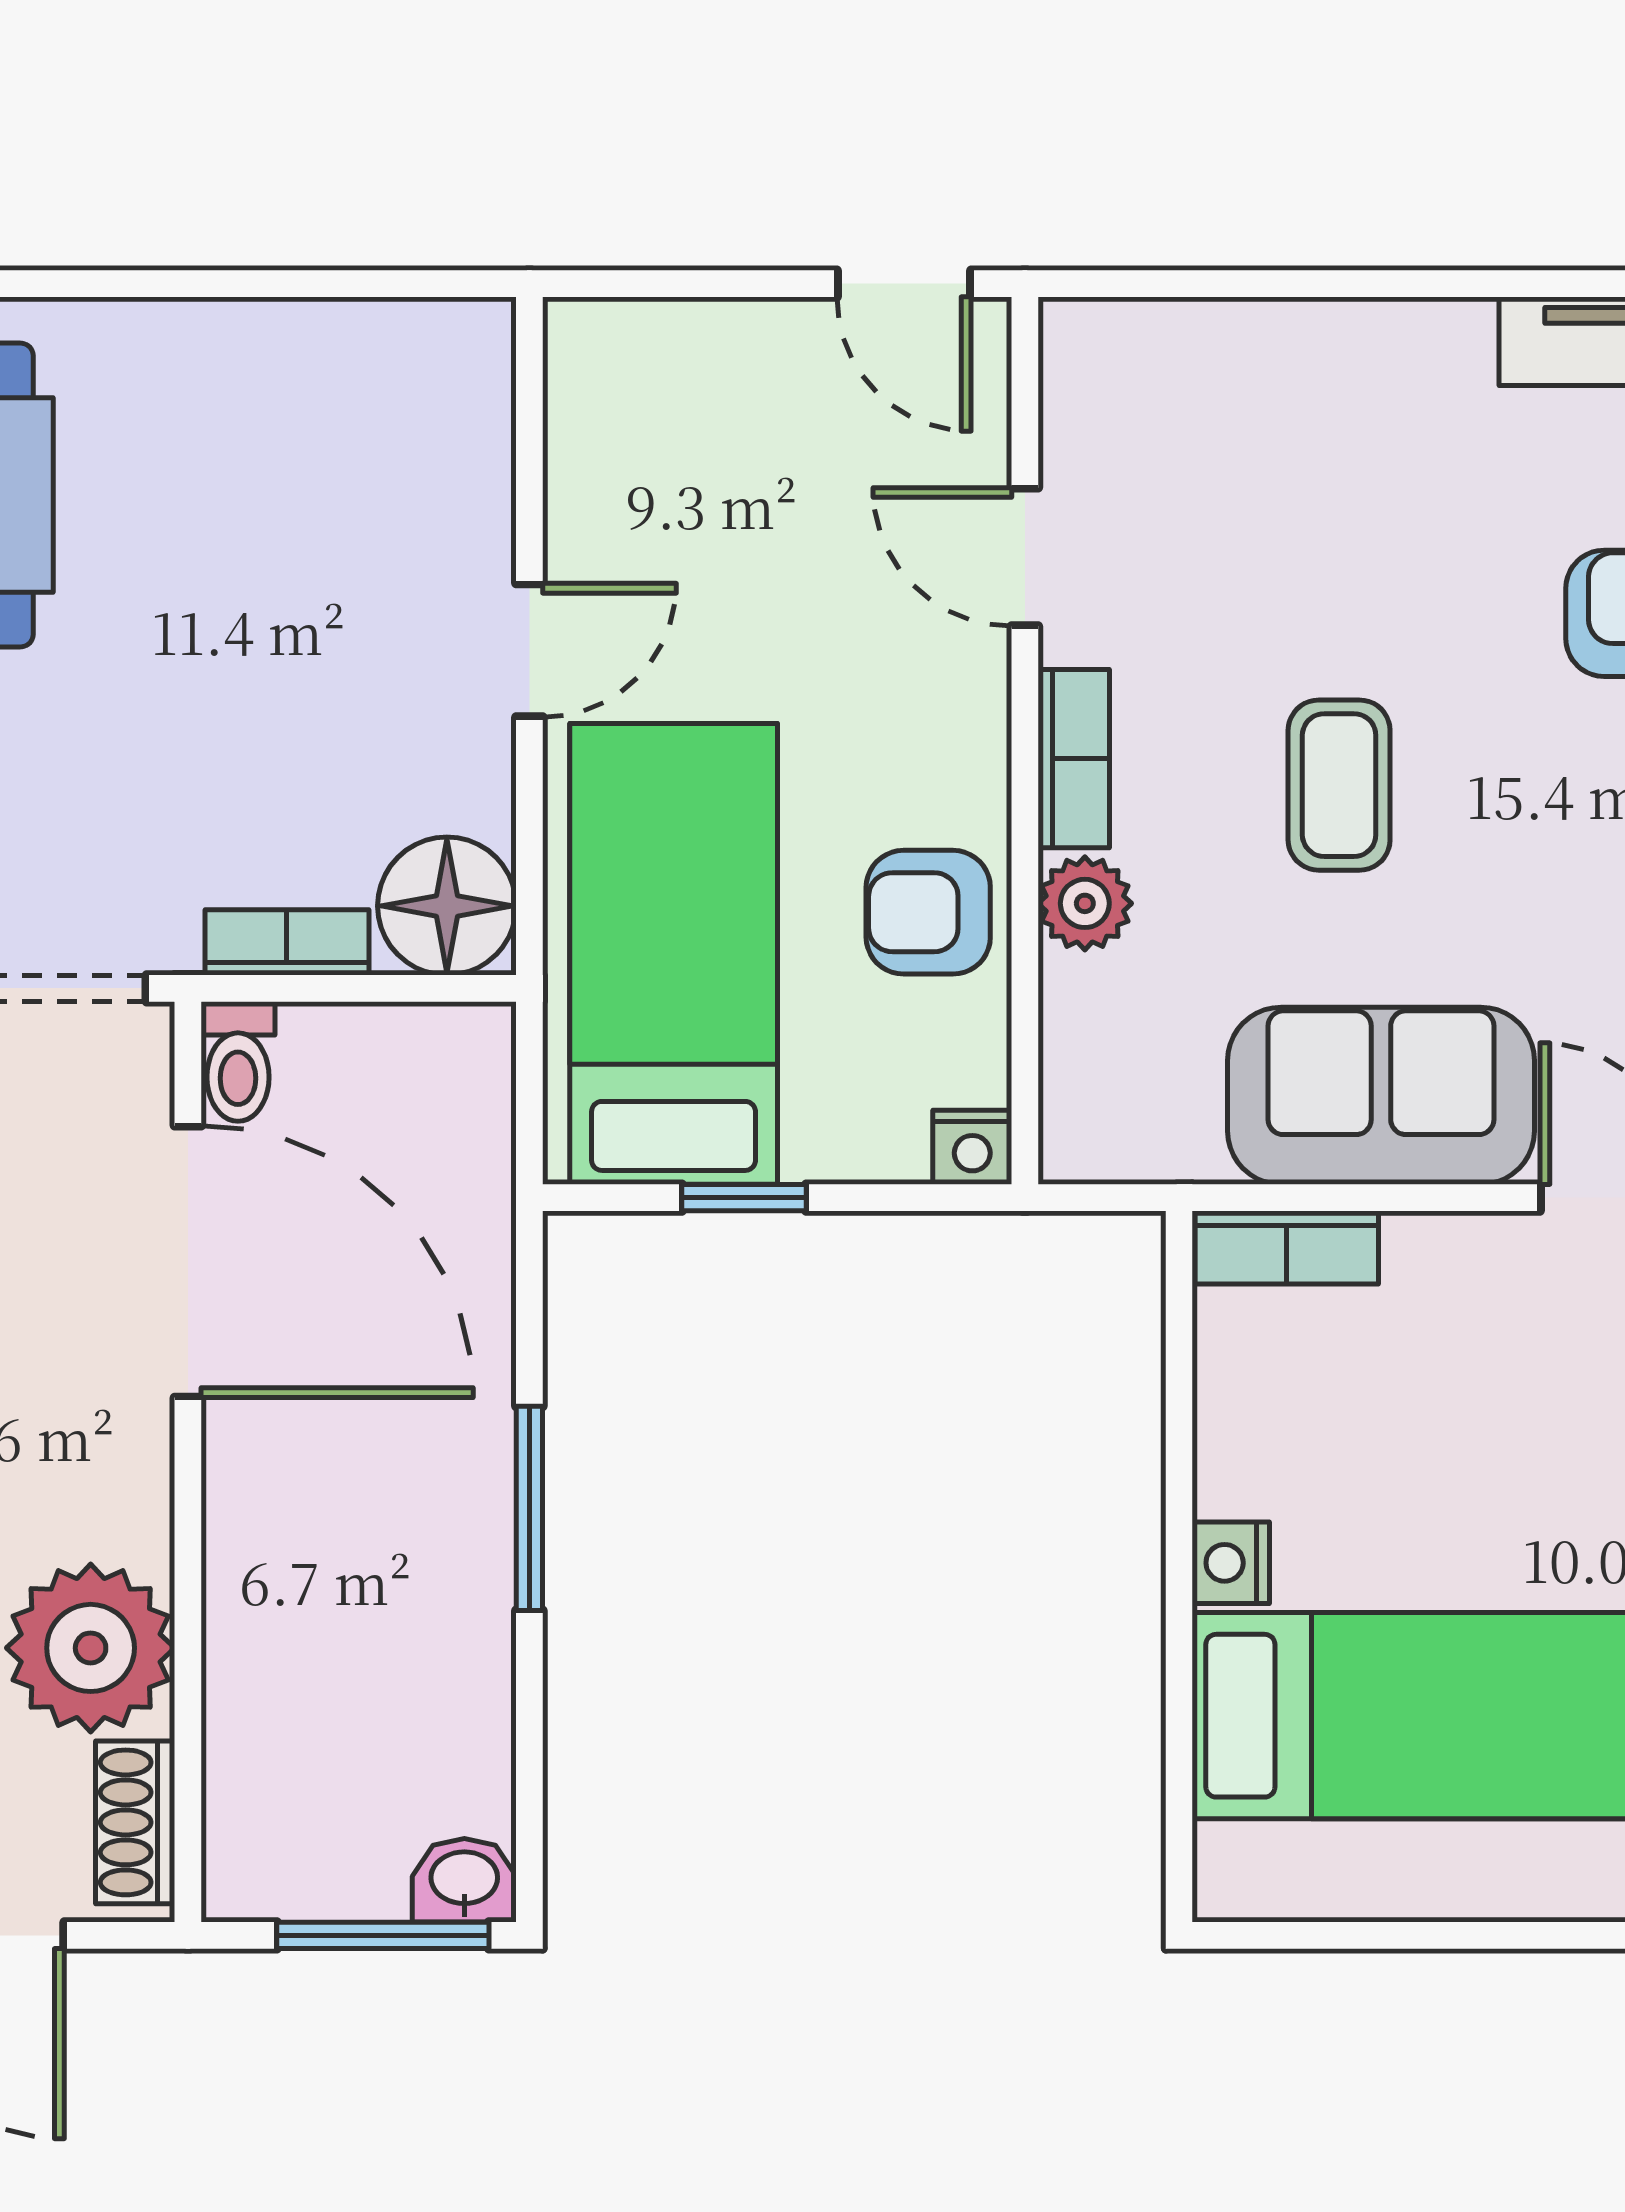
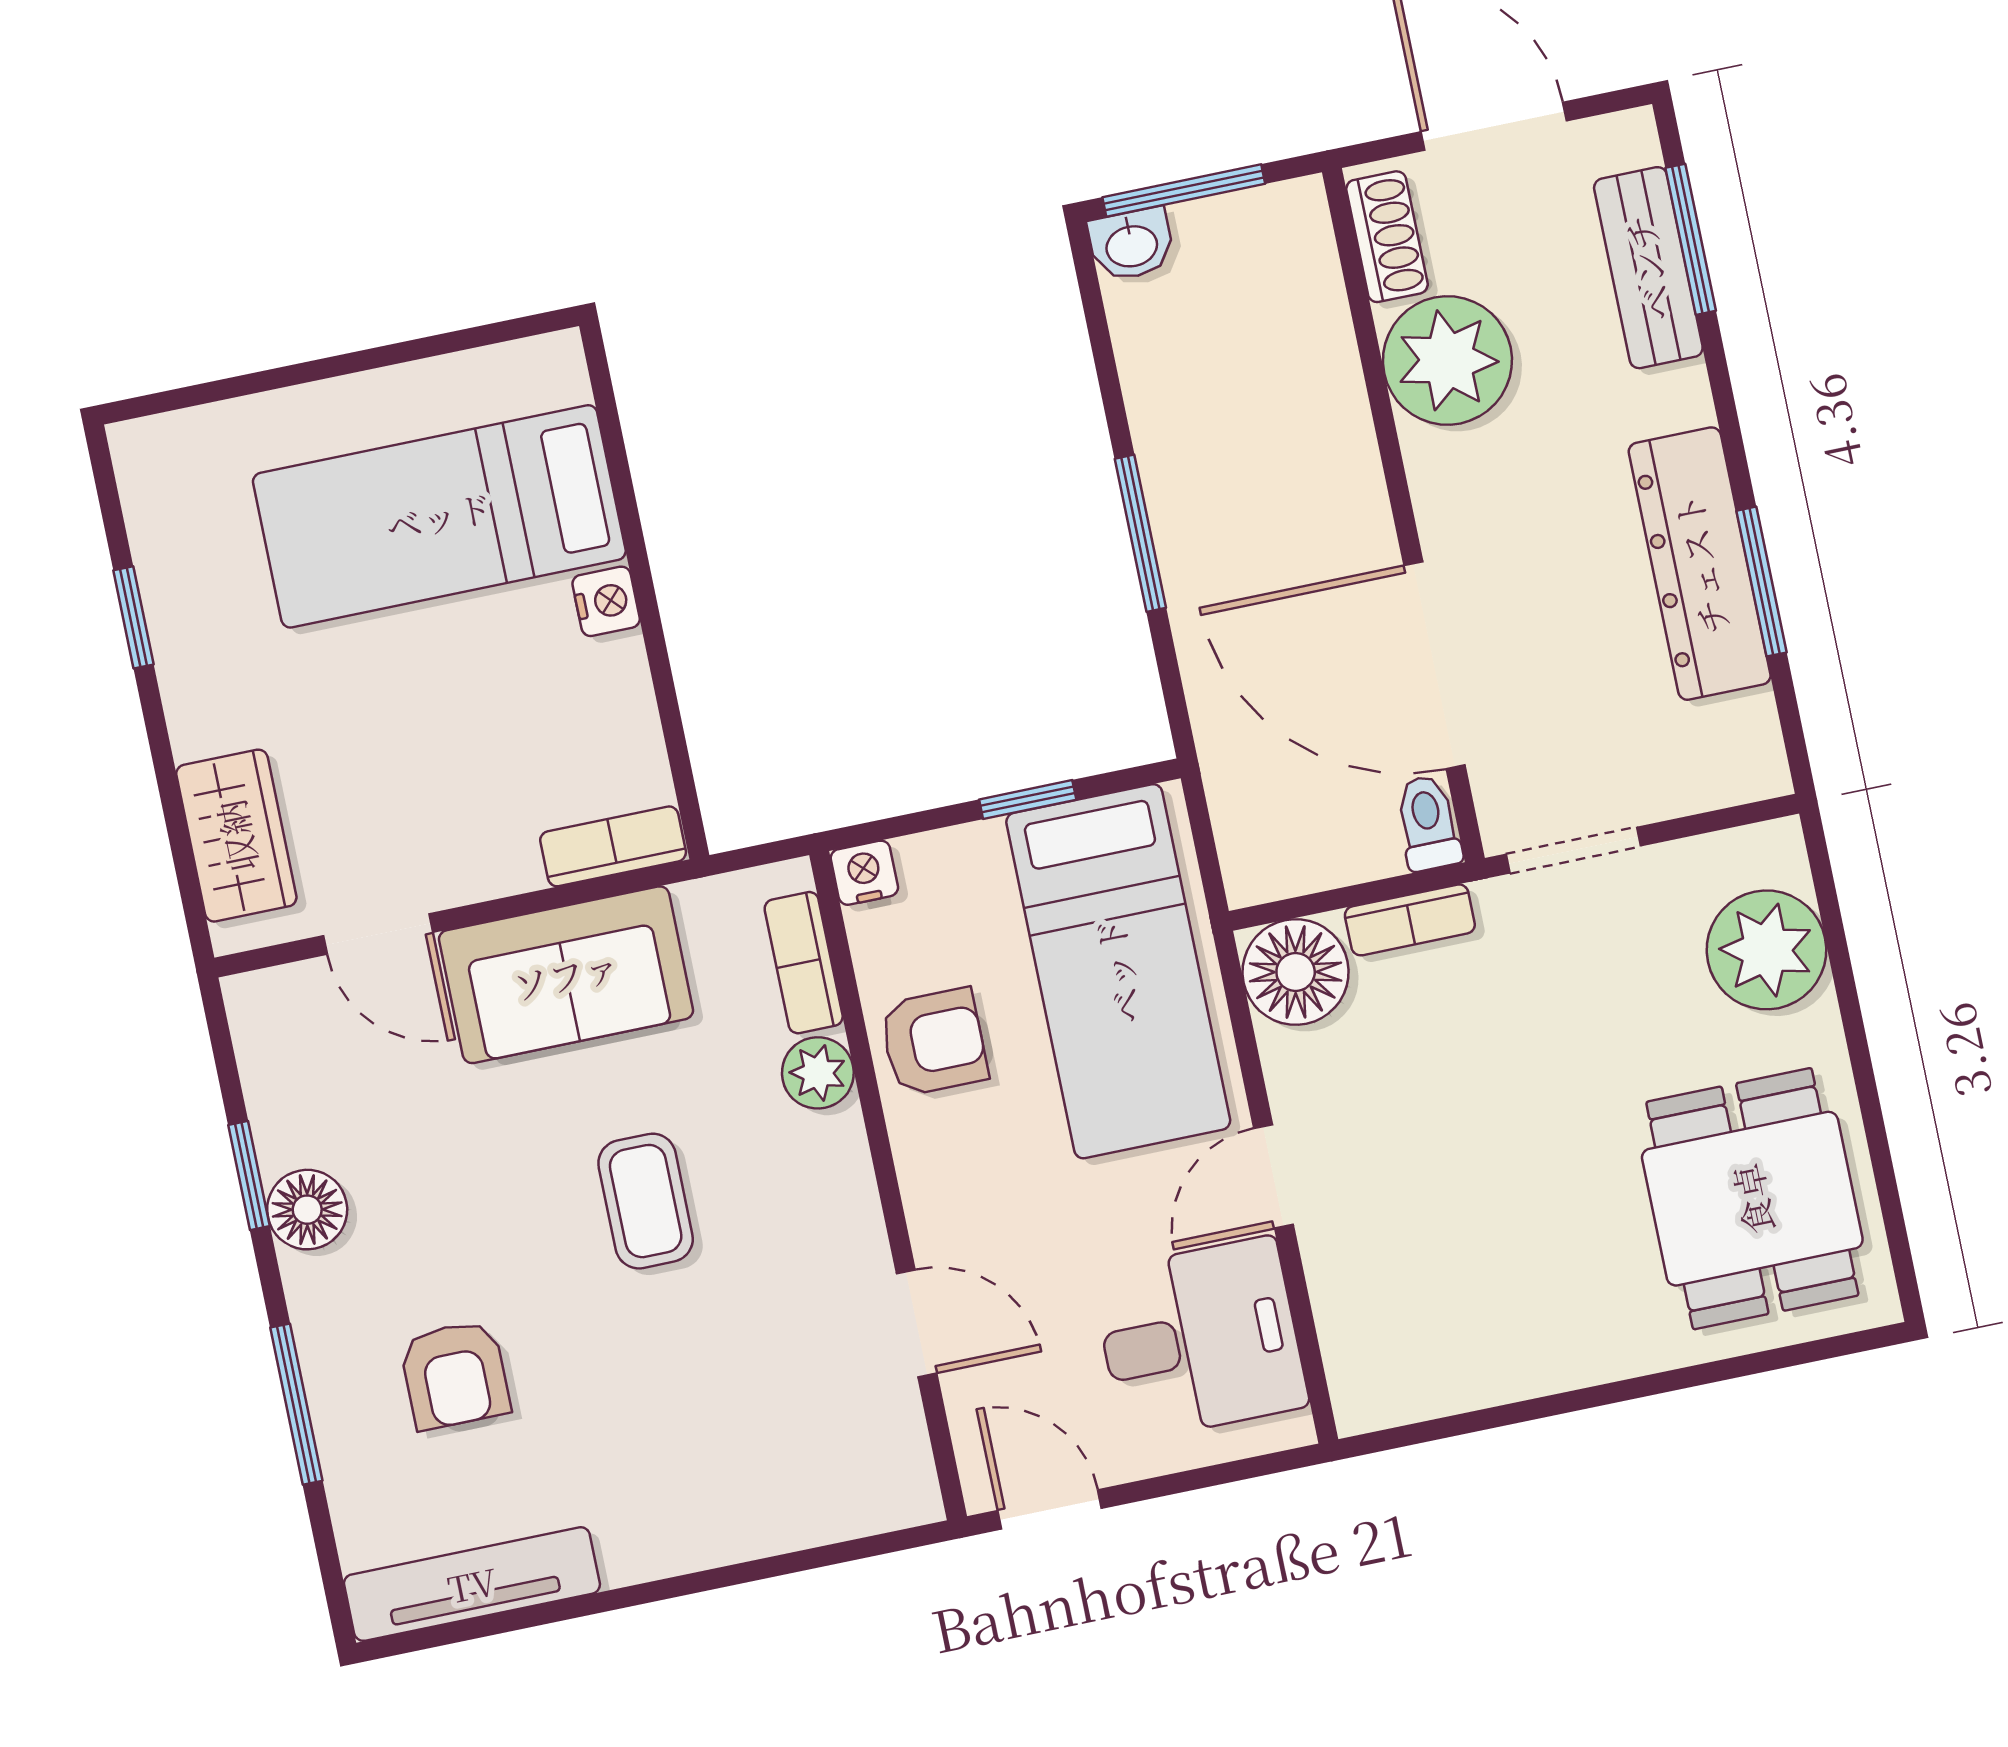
desk: (667, 462) -> (1200, 1339), added
bookcase: (1074, 759) -> (804, 963), moved

